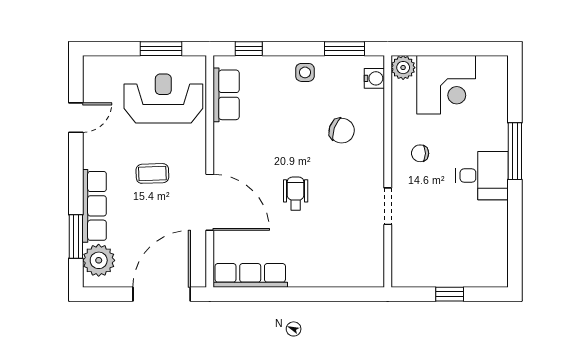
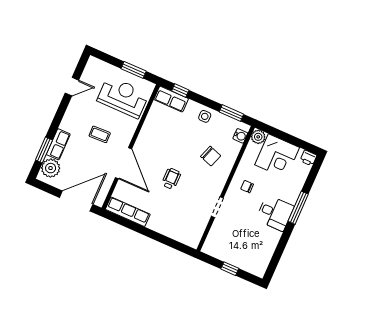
printer: (497, 66) -> (308, 158), added
row of seats: (226, 95) -> (171, 99), moved, turned 90
row of seats: (94, 206) -> (58, 144), width x0.68

